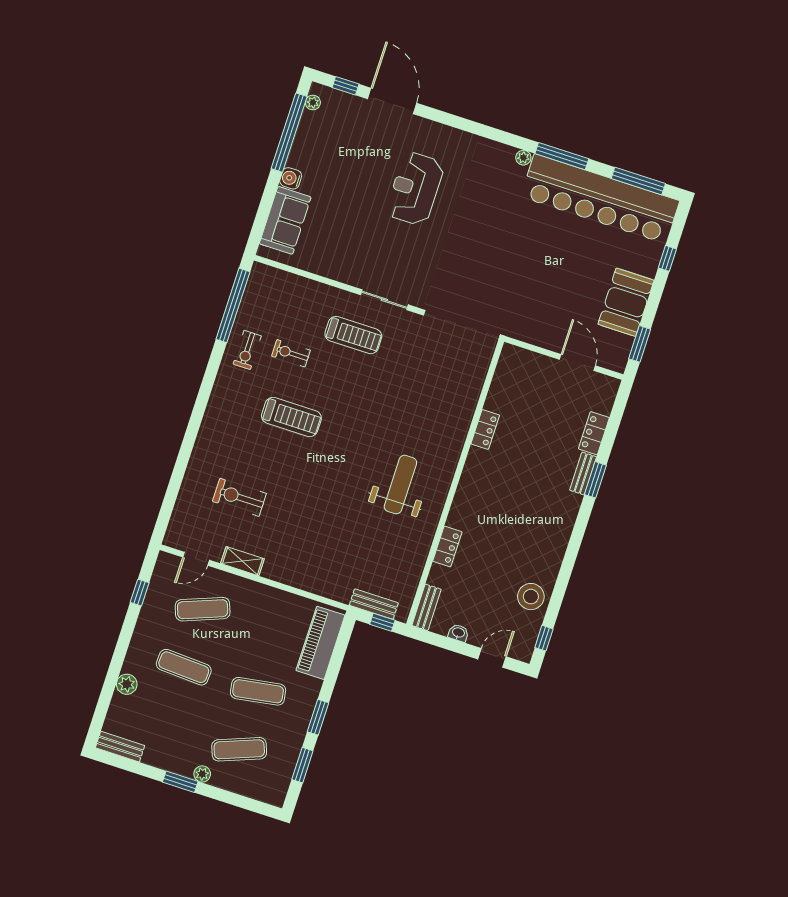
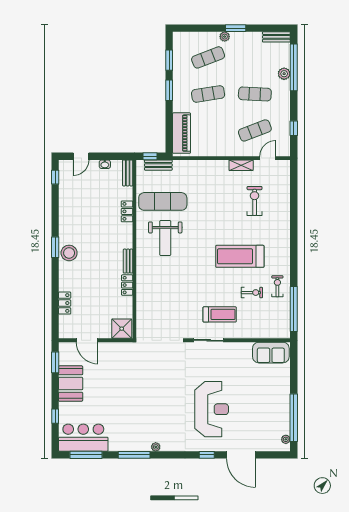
window: (346, 86) -> (207, 455), moved
water cooler: (291, 178) -> (284, 392), removed
reception desk: (415, 189) -> (212, 409), width x1.36, depth x1.30
bar counter: (600, 199) -> (83, 438), width x0.54
sofa: (285, 220) -> (271, 353), moved, turned -90
treadmill: (353, 335) -> (220, 314), turned 180
shower: (516, 363) -> (122, 329), added
treadmill: (291, 417) -> (240, 256), width x1.37, depth x1.38
bench: (583, 473) -> (128, 261), moved
window: (595, 480) -> (55, 247), moved
exercise bike: (239, 497) -> (255, 201), turned -90
exercise mat: (386, 544) -> (163, 201), added
stool: (531, 597) -> (69, 253), moved
window: (108, 689) -> (294, 67), added

